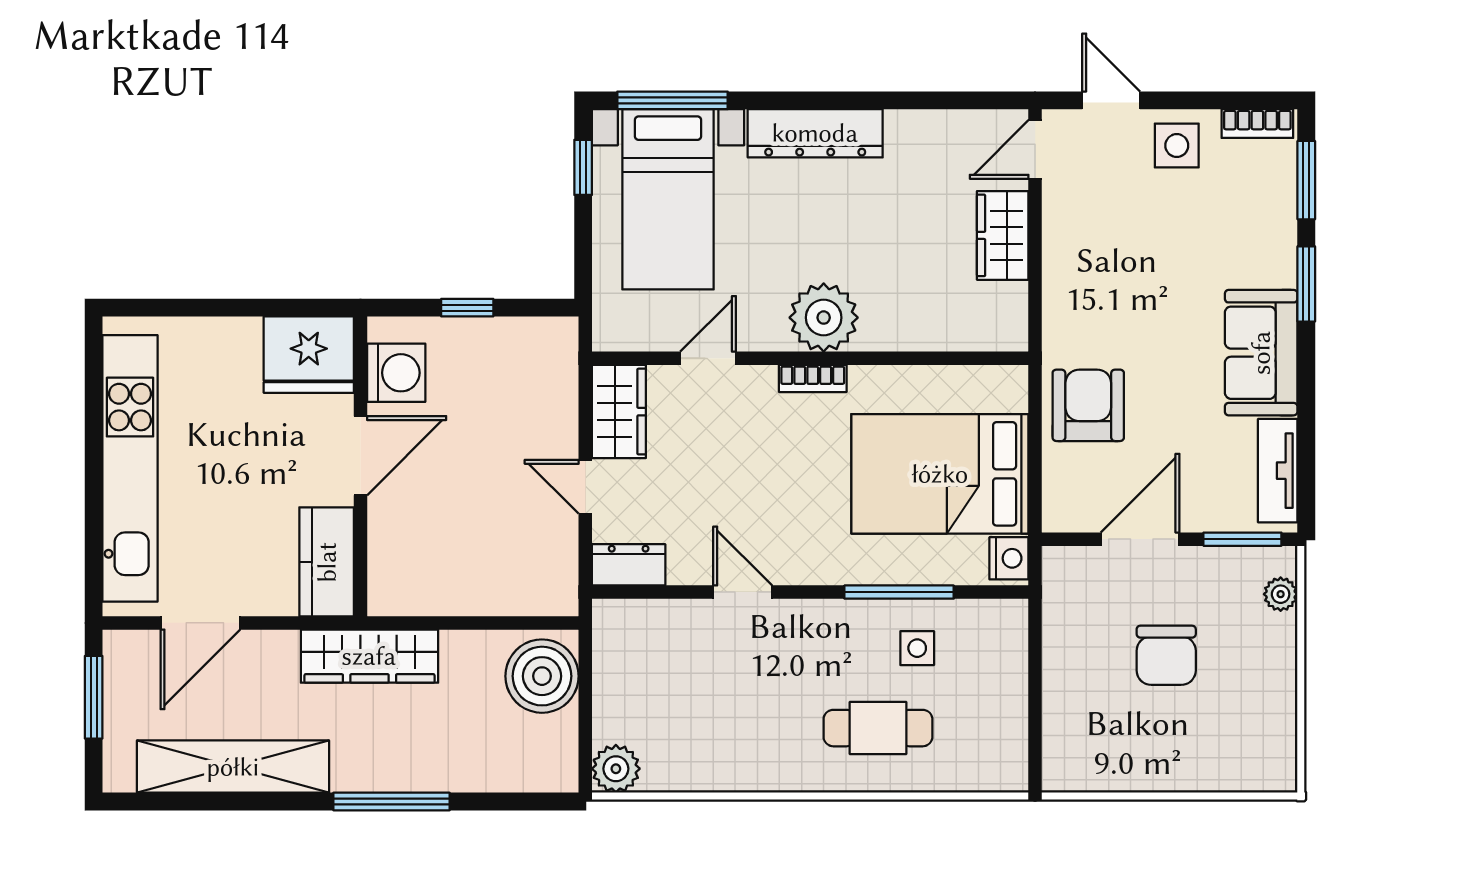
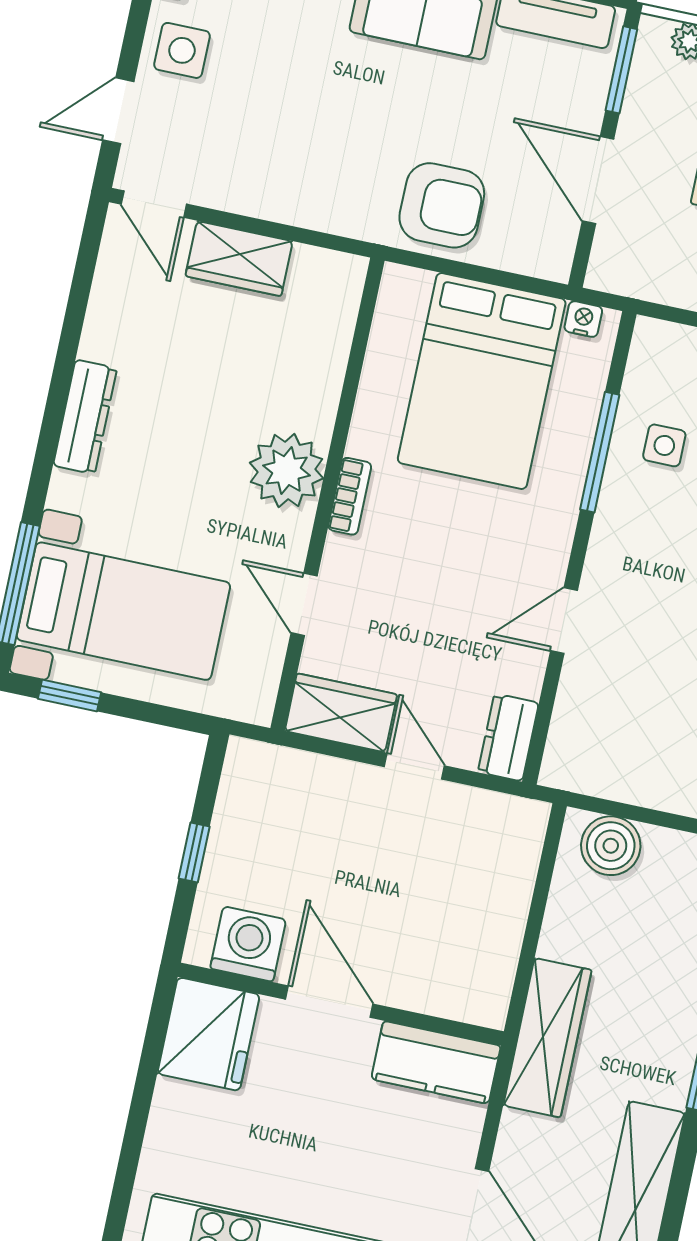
dresser: (815, 133) -> (85, 417), width x0.73, depth x0.80
armchair: (1088, 405) -> (442, 205), turned 180
door: (585, 487) -> (414, 766), swing flipped
nightstand: (1009, 558) -> (583, 319), width x0.72, depth x0.74
boiler: (542, 676) -> (611, 846), width x0.73, depth x0.73

